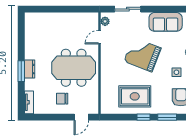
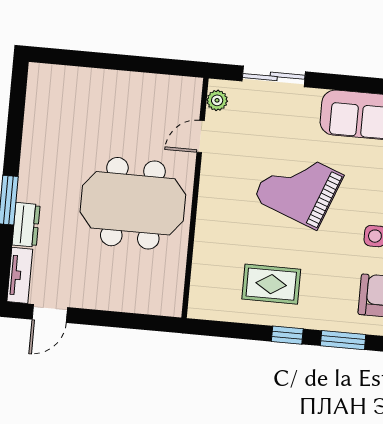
dresser: (30, 69) -> (26, 225), moved
rug: (135, 96) -> (271, 284), width x0.73, depth x0.70
chair: (62, 99) -> (99, 274), removed
door: (81, 117) -> (50, 313), moved

